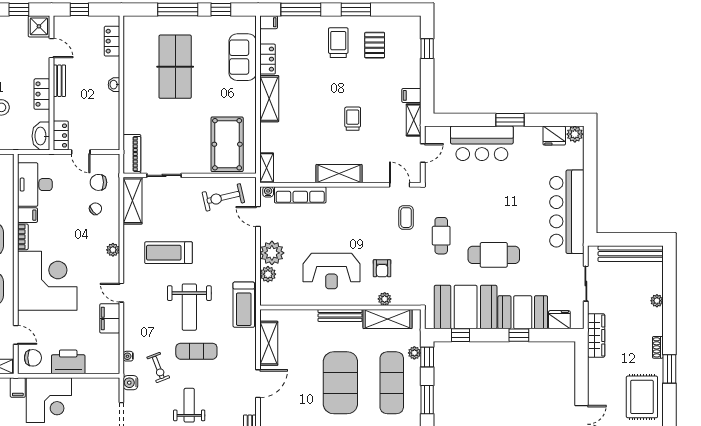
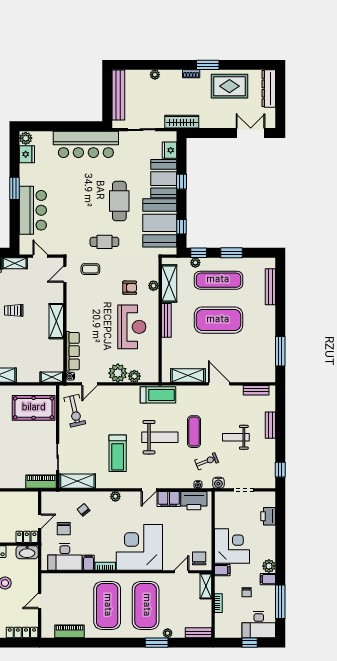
chair: (98, 182) -> (64, 529), moved
printer: (68, 362) -> (194, 501), moved, turned -90

